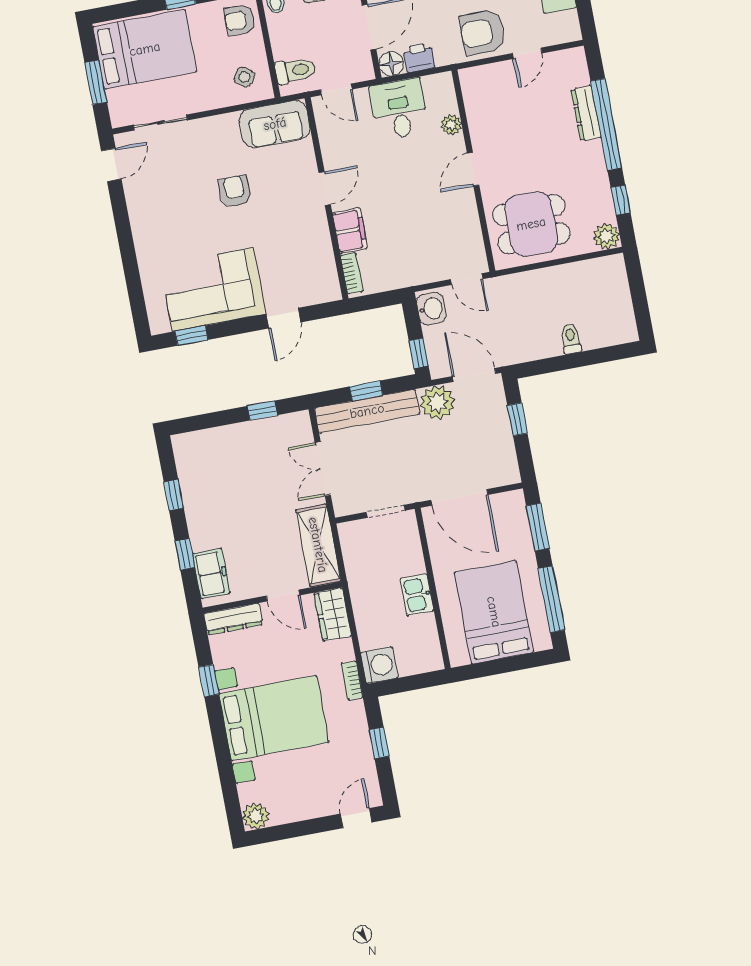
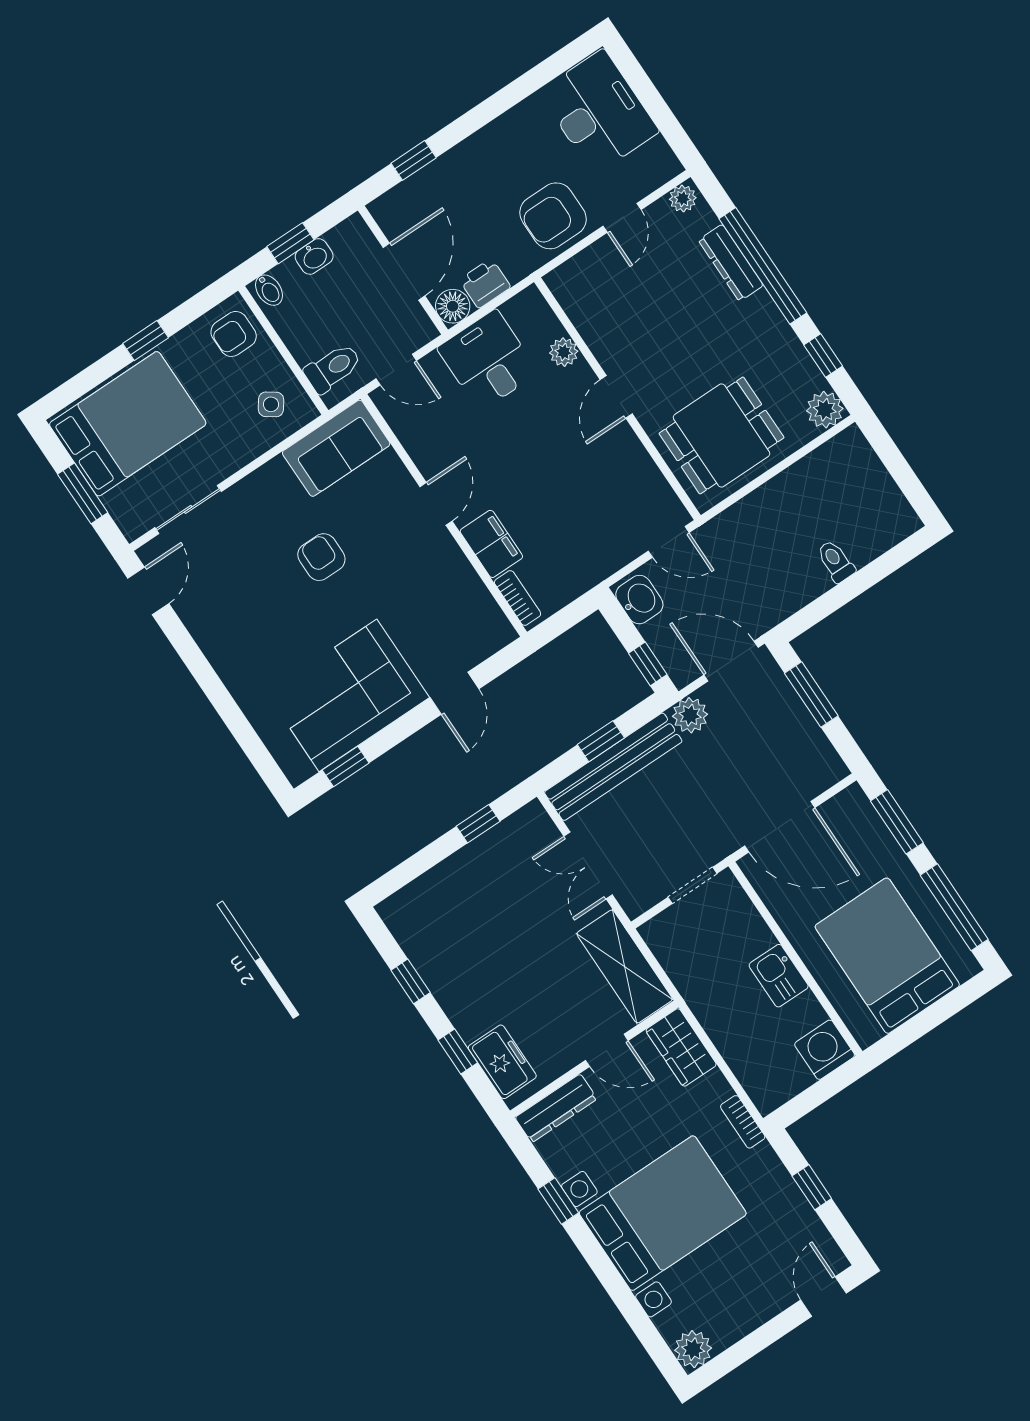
plant: (573, 58) -> (683, 199), added
plant: (437, 403) -> (690, 715), width x0.73, depth x0.73
window: (517, 419) -> (811, 694), width x1.50
washing machine: (379, 665) -> (825, 1050), moved, turned -90

